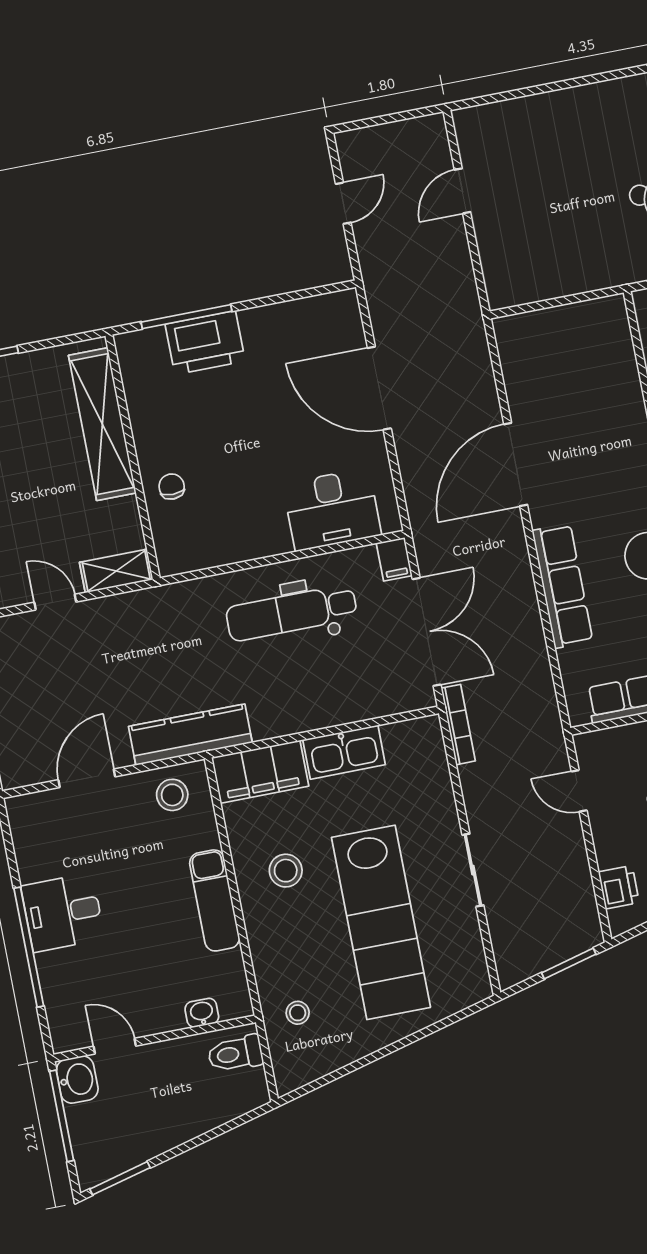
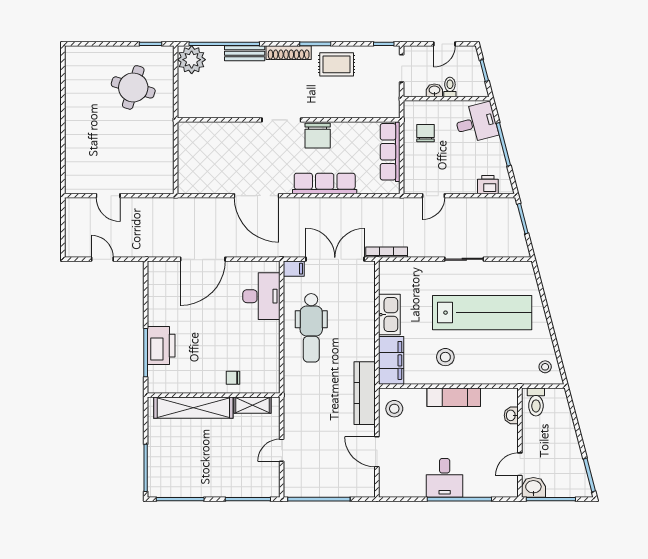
shelving: (116, 571) -> (253, 405), moved, turned 90
stool: (298, 1013) -> (545, 367), moved

